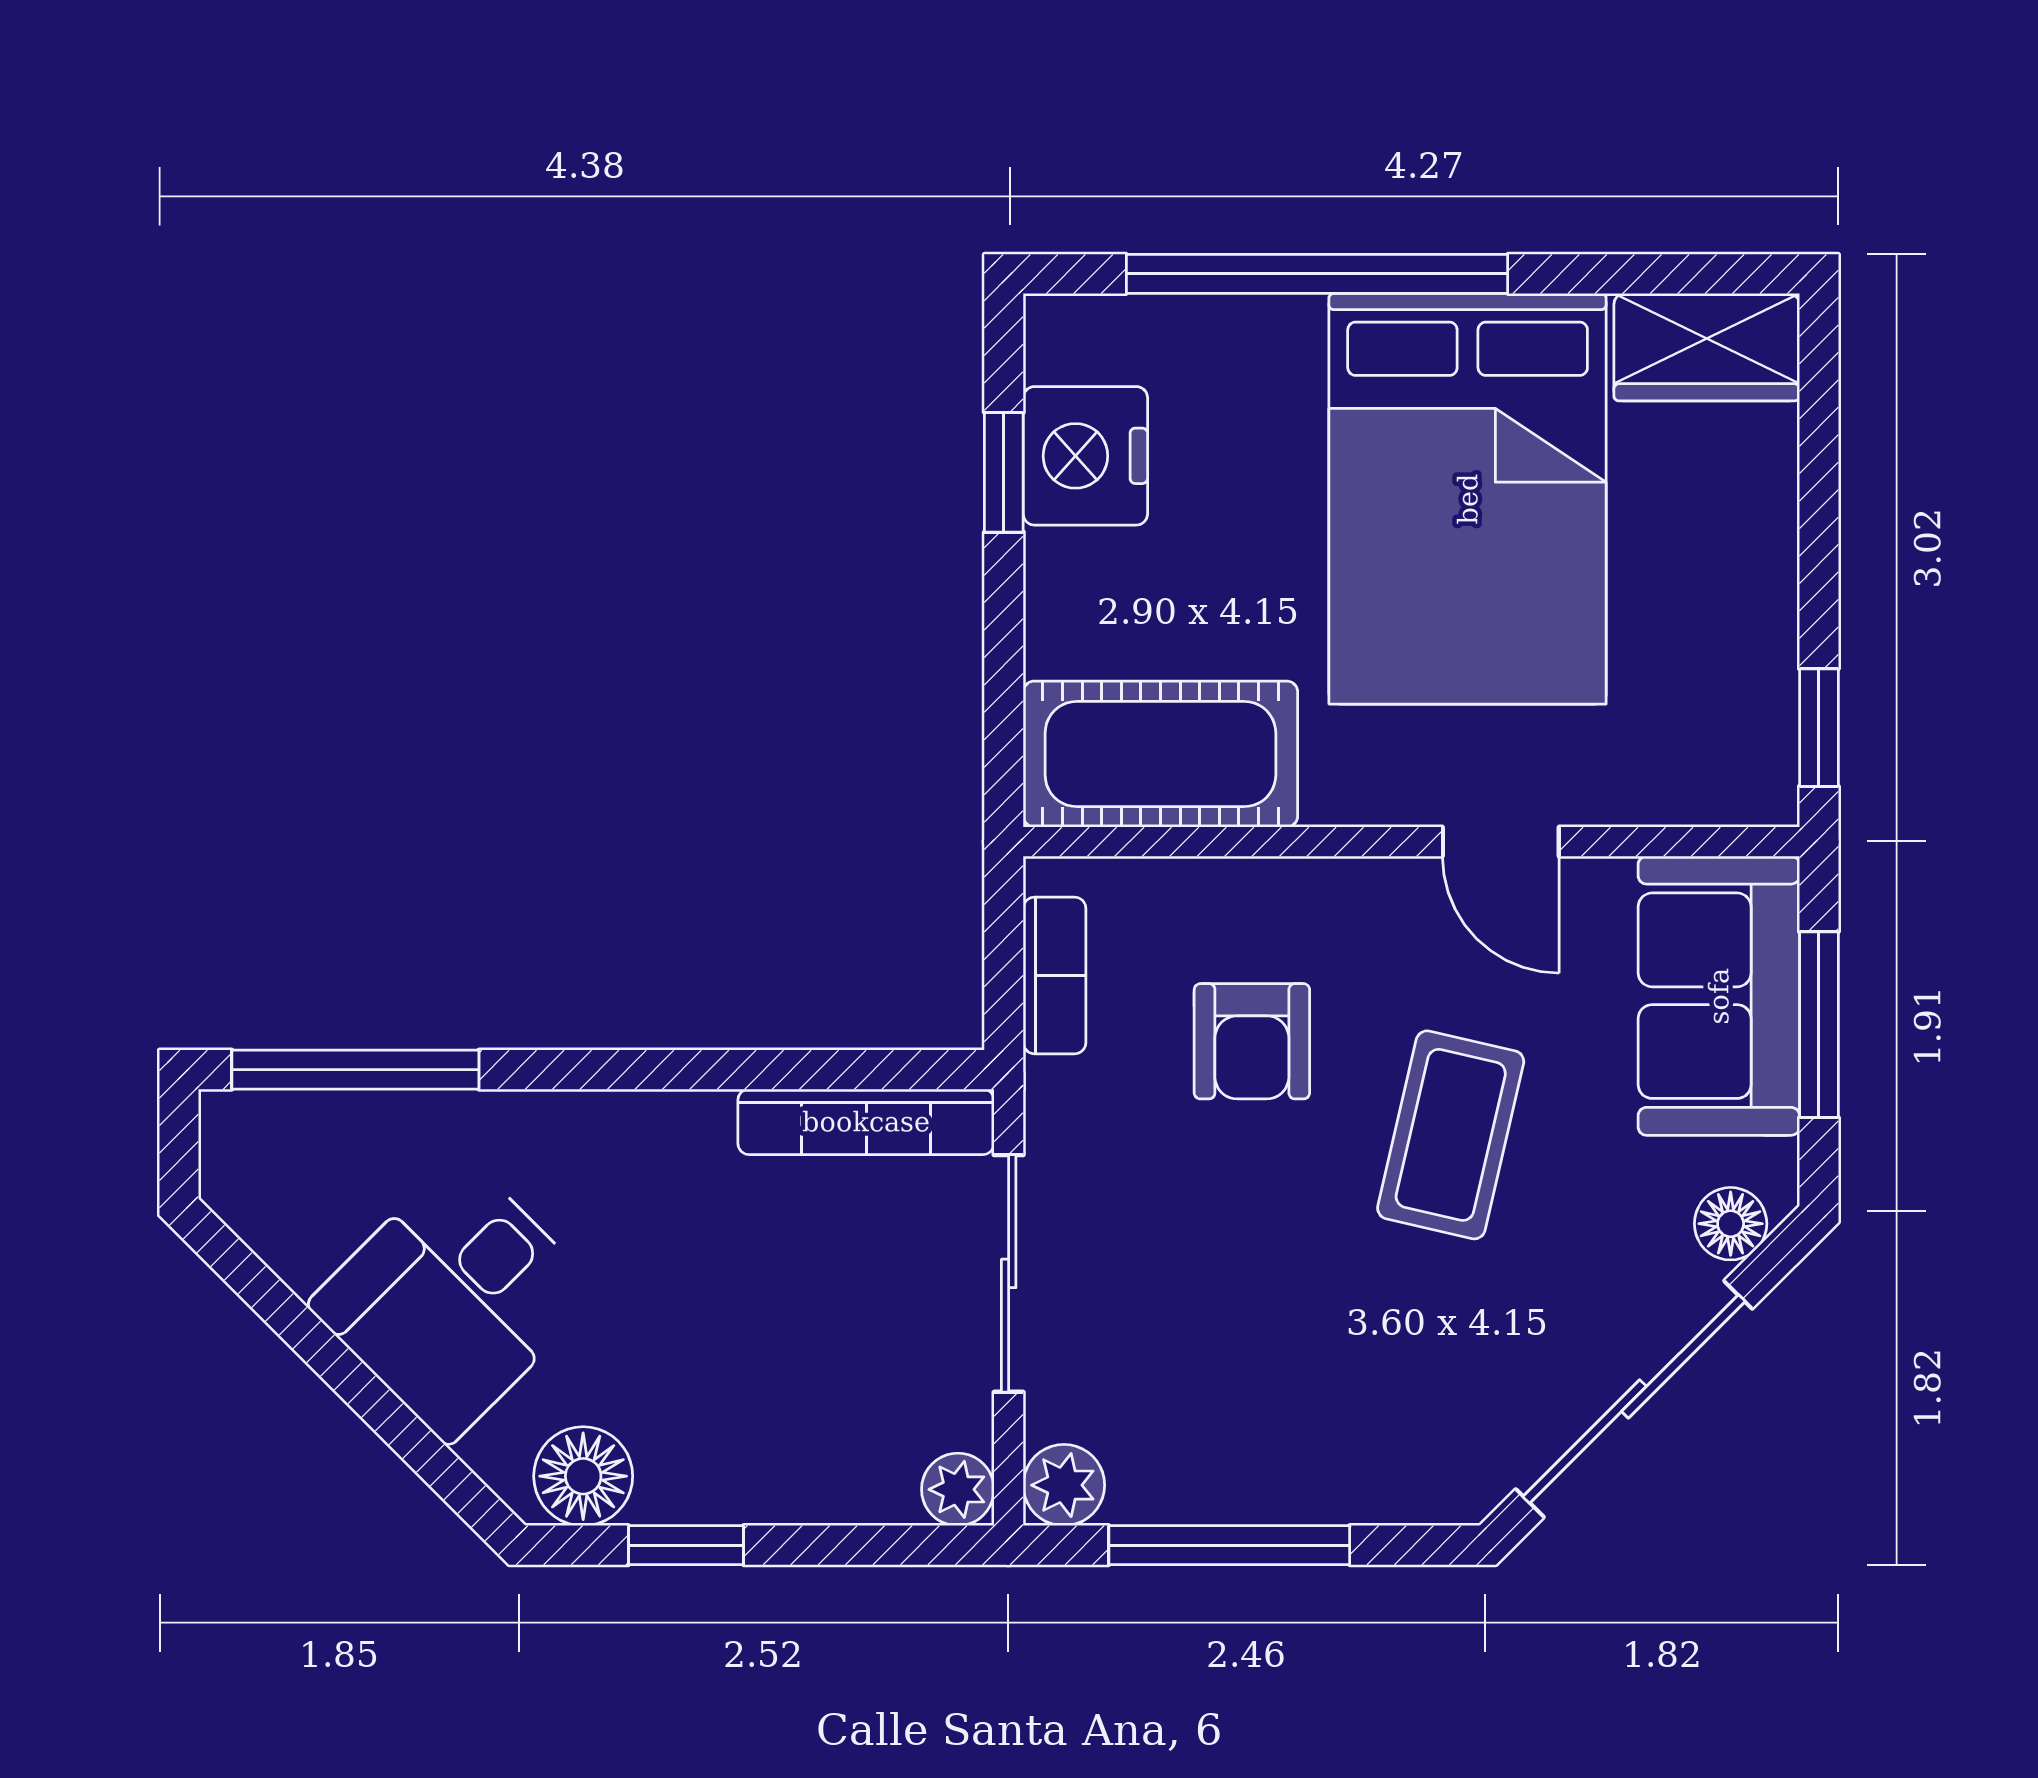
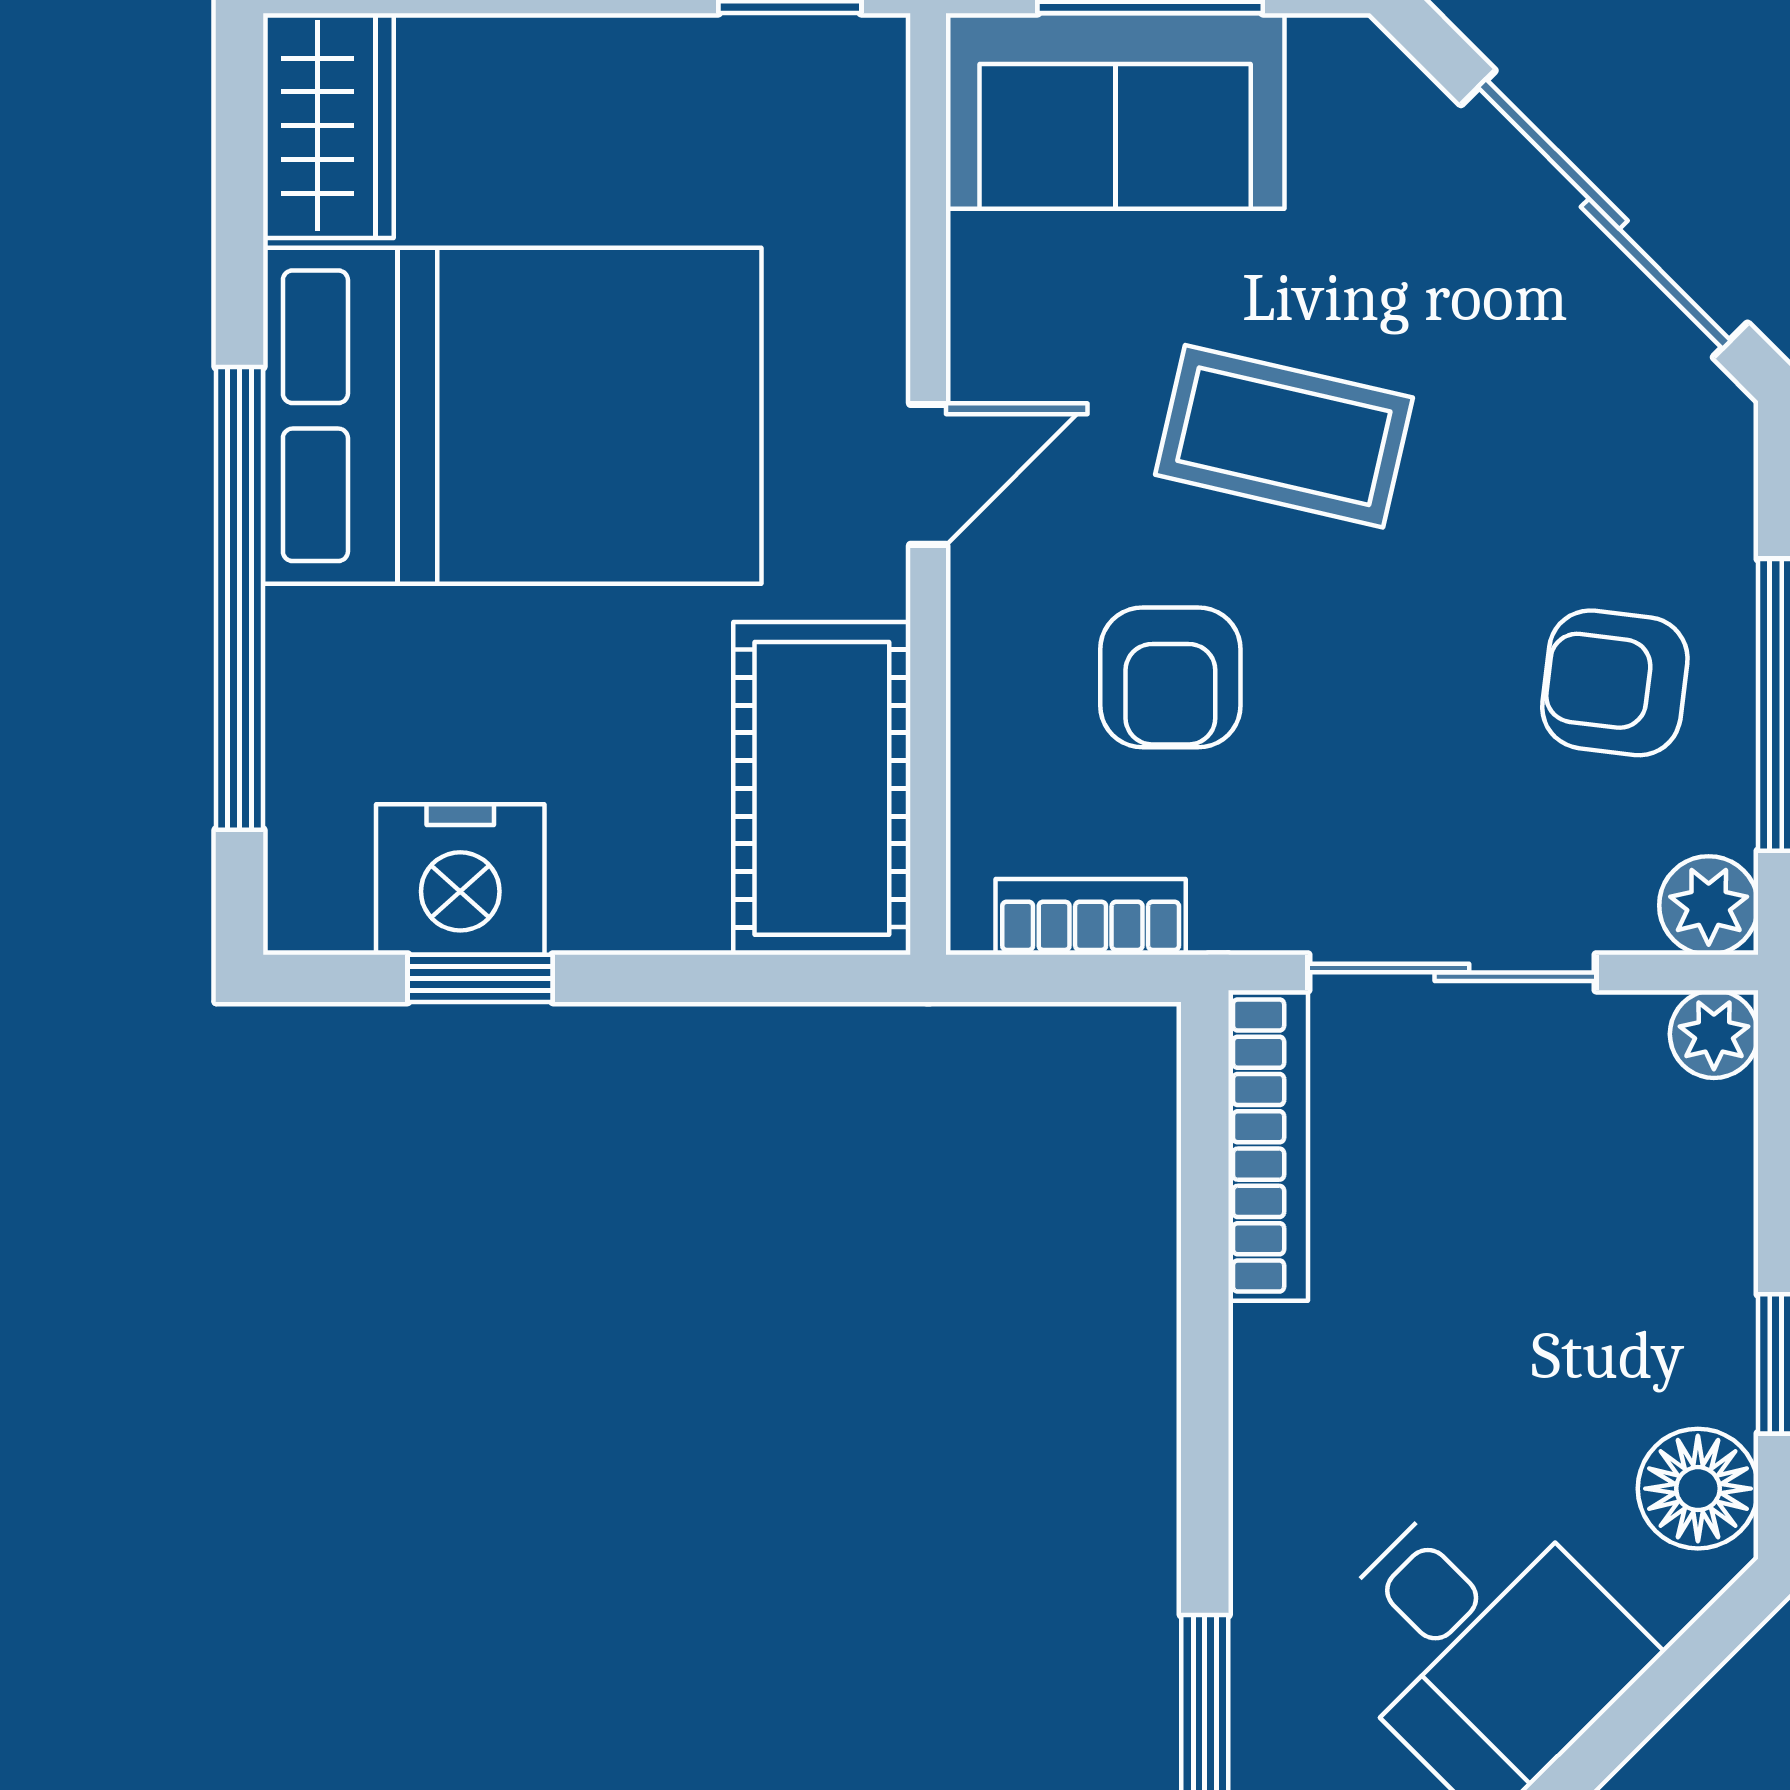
door: (1501, 842) -> (928, 474), moved
armchair: (1252, 1041) -> (1170, 677), turned 90
floor lamp: (1731, 1224) -> (1392, 97), removed
armchair: (1247, 1408) -> (1615, 683), added

